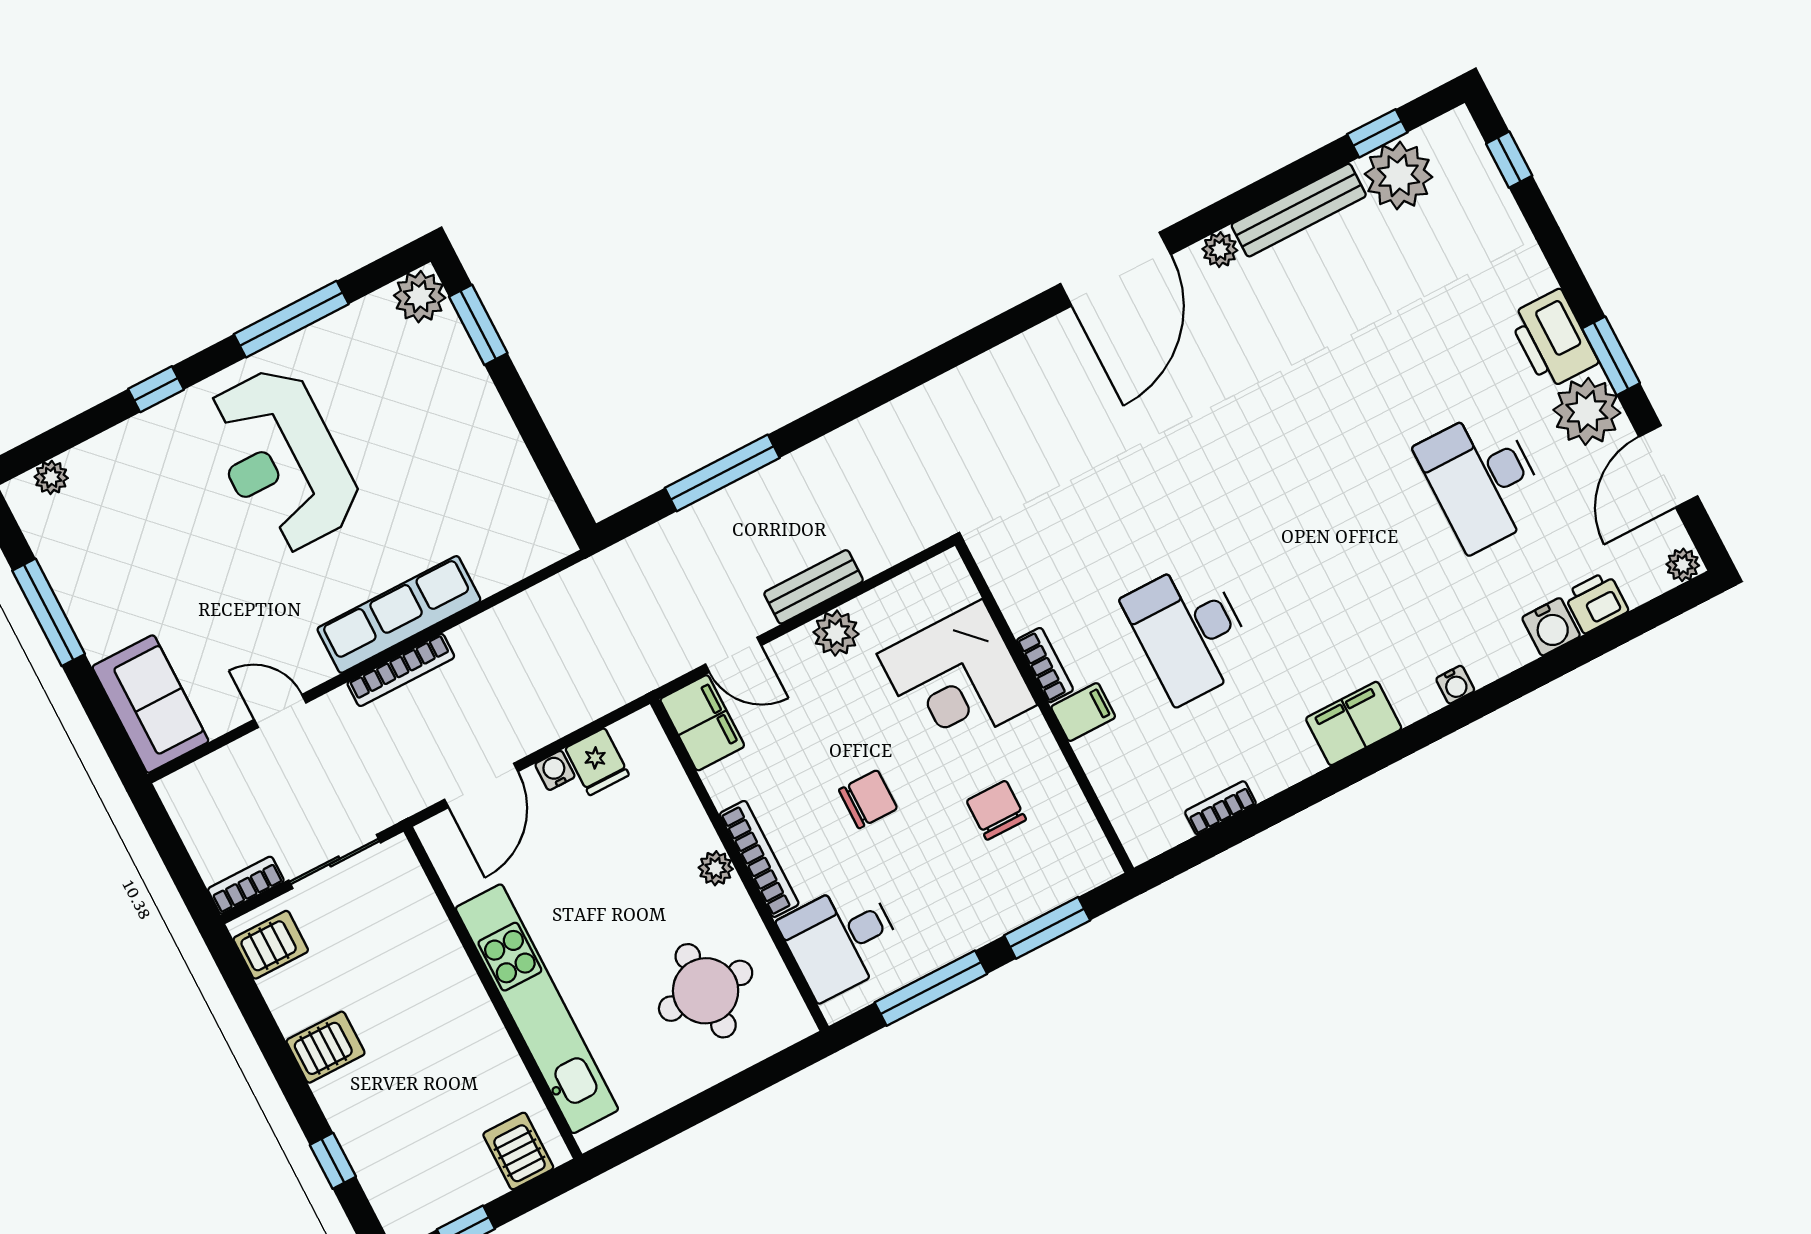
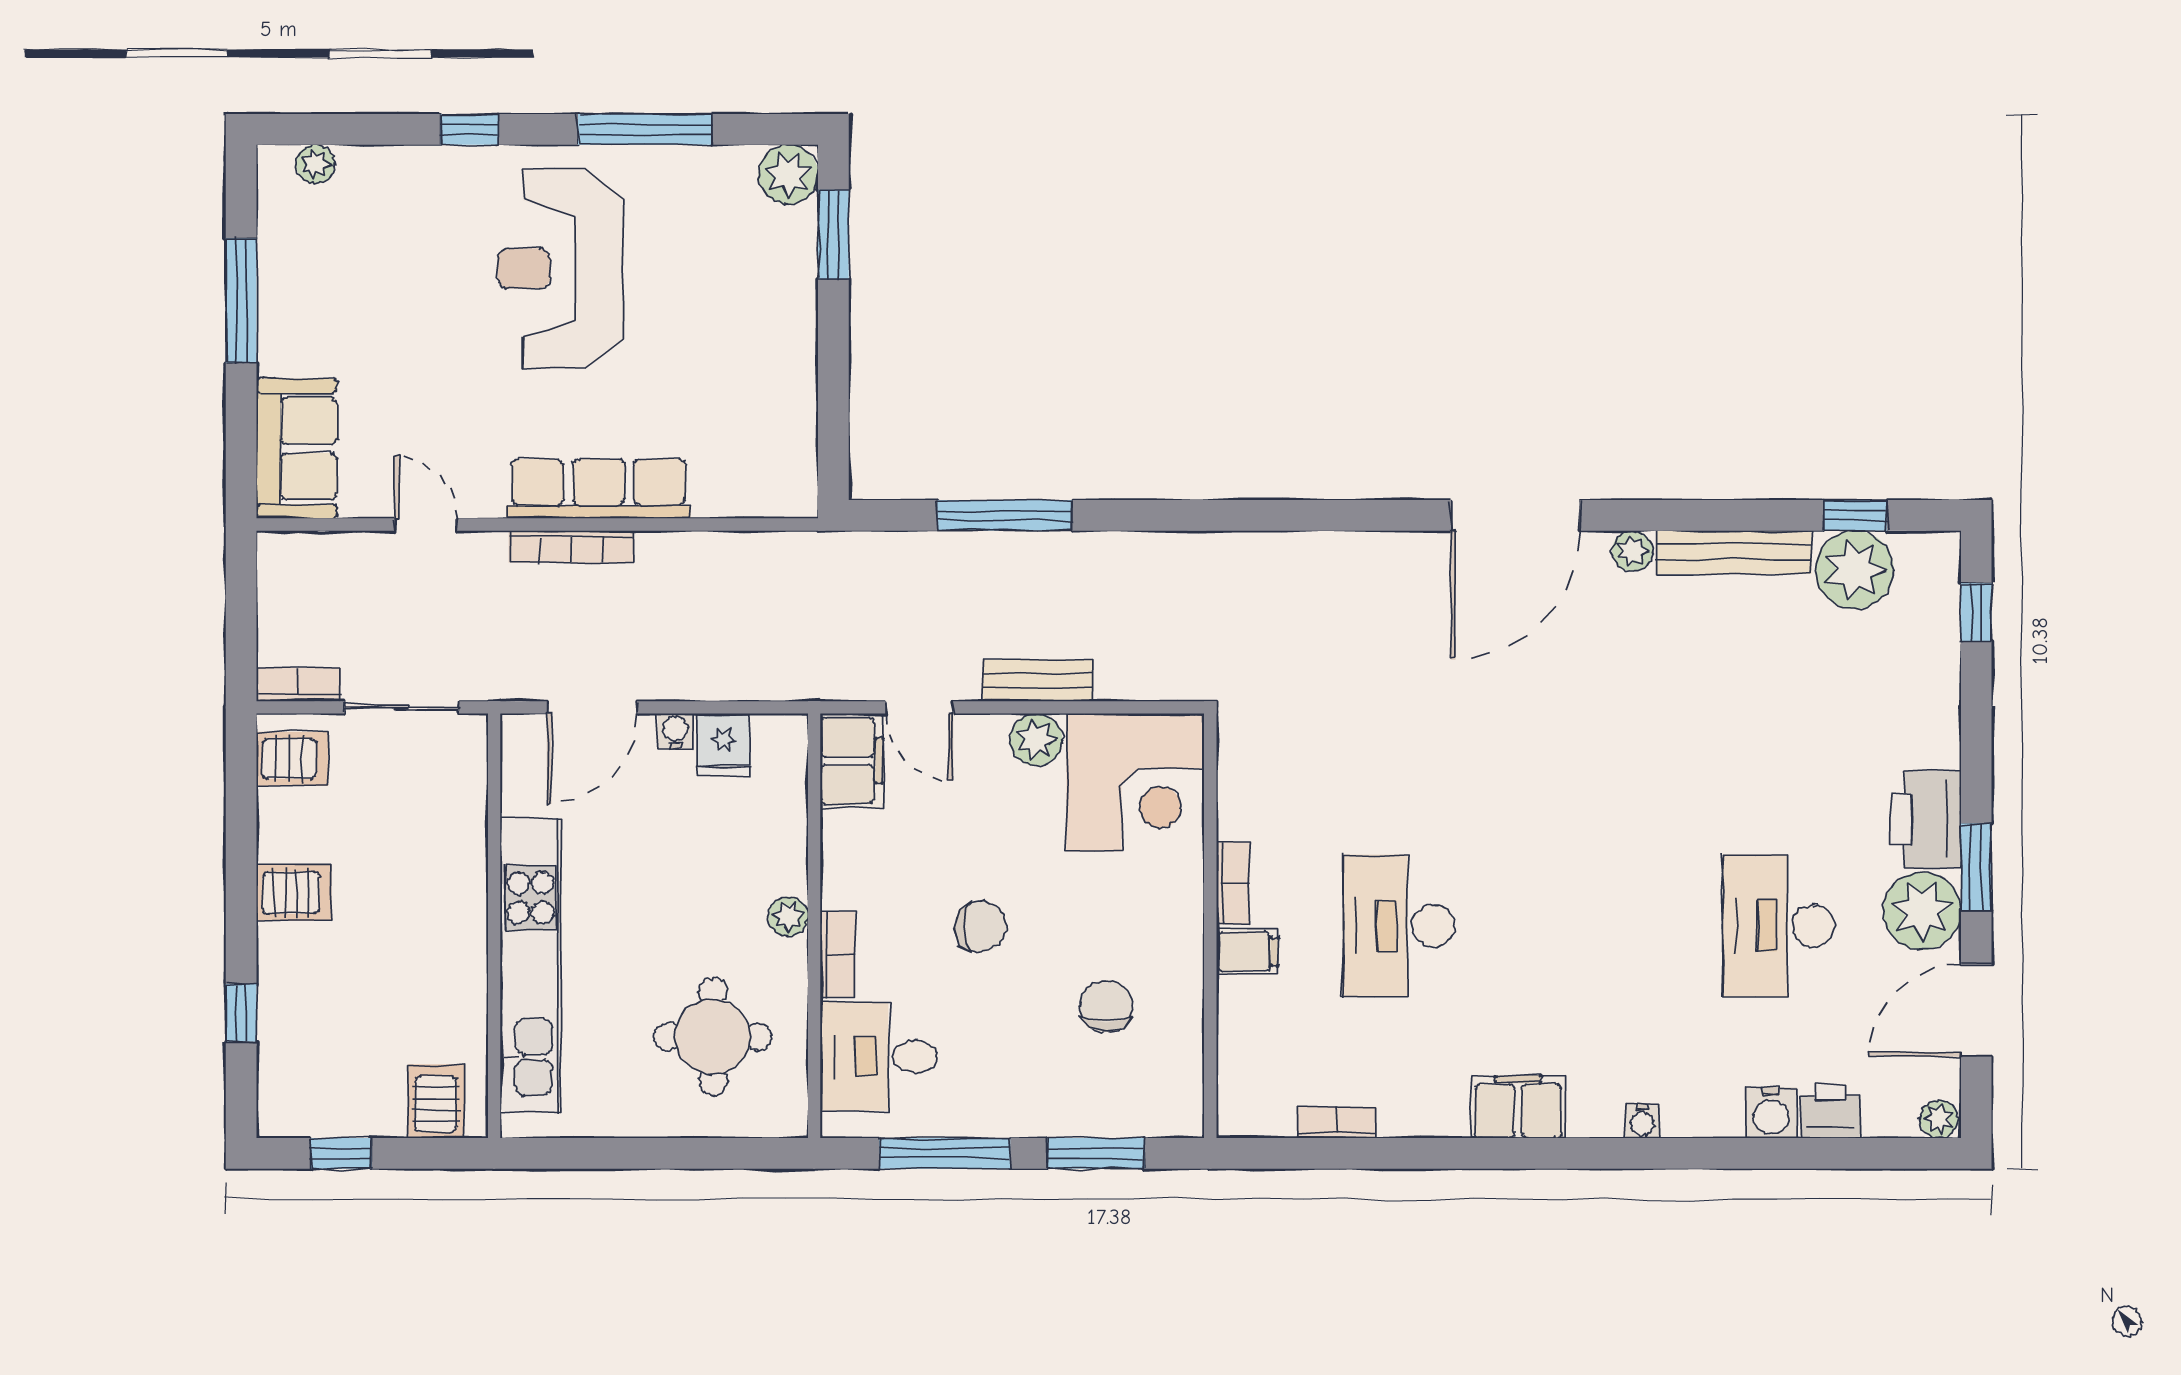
corner desk: (957, 679) -> (1135, 782), moved, turned -90
bookcase: (759, 859) -> (838, 955), width x0.64

